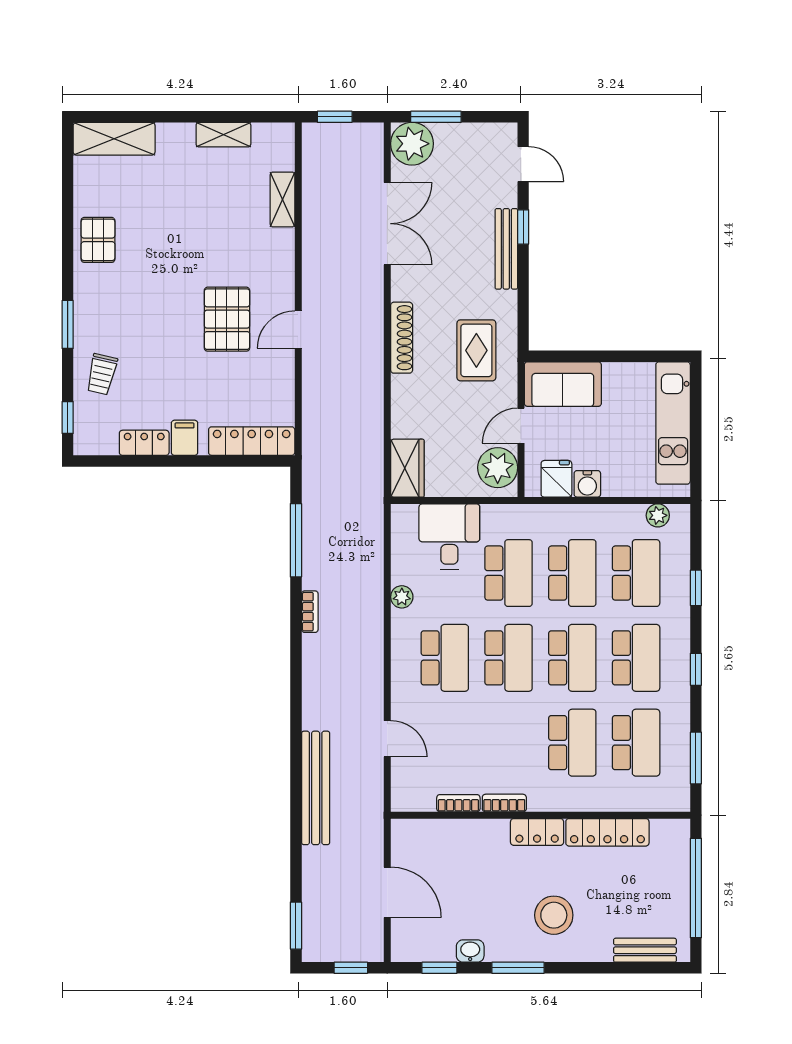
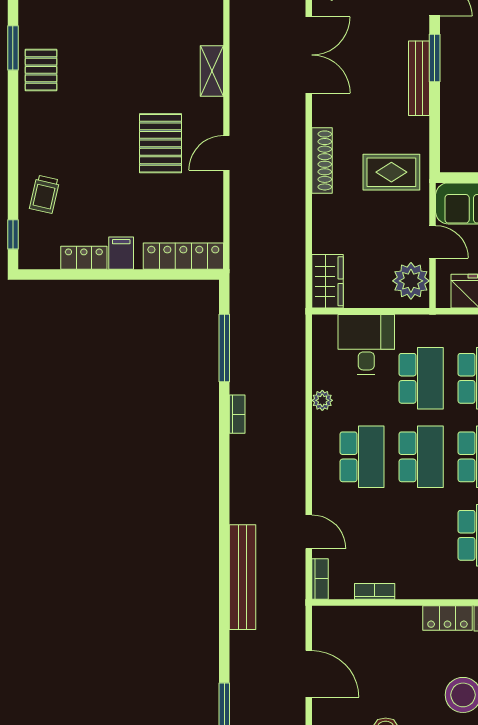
shelving: (282, 199) -> (212, 71), moved
window: (523, 227) -> (435, 58), width x1.50
window: (68, 324) -> (13, 48), moved
rug: (476, 350) -> (391, 172), turned 90
door: (521, 426) -> (433, 242), swing flipped
bookcase: (504, 803) -> (320, 579), moved, turned 90

